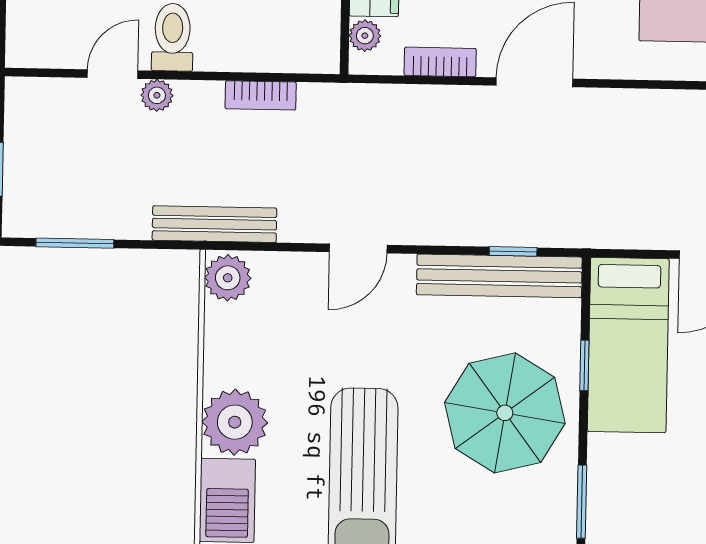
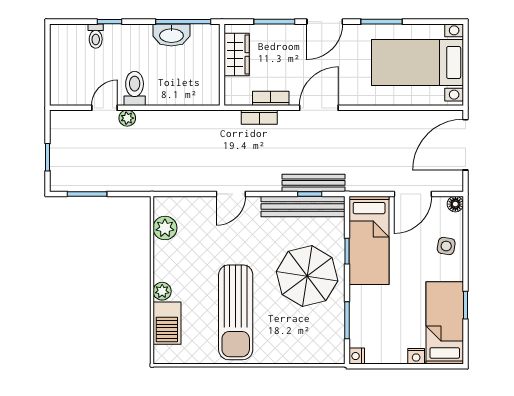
plant: (365, 36) -> (232, 86), removed
bookcase: (261, 95) -> (259, 117), moved
bench: (214, 224) -> (313, 183), moved
plant: (228, 278) -> (165, 228), moved
plant: (235, 422) -> (162, 291), width x0.53, depth x0.53

